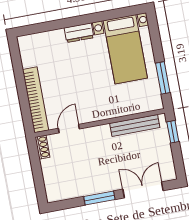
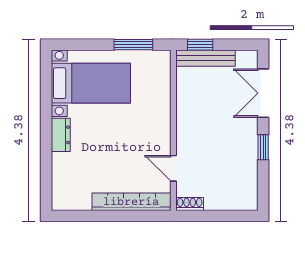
bench: (135, 125) -> (205, 58), moved, turned 90
window: (99, 198) -> (263, 147), width x0.67

